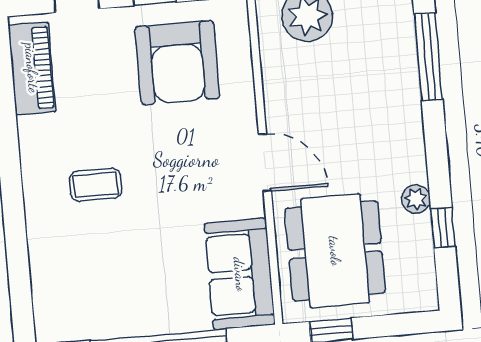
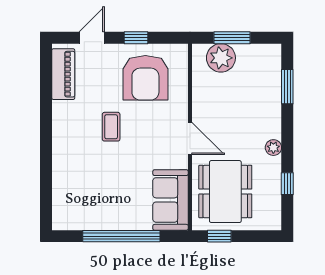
window: (428, 57) -> (287, 87), width x0.69
coffee table: (96, 185) -> (111, 127), moved, turned 90
plant: (416, 199) -> (273, 148), moved

